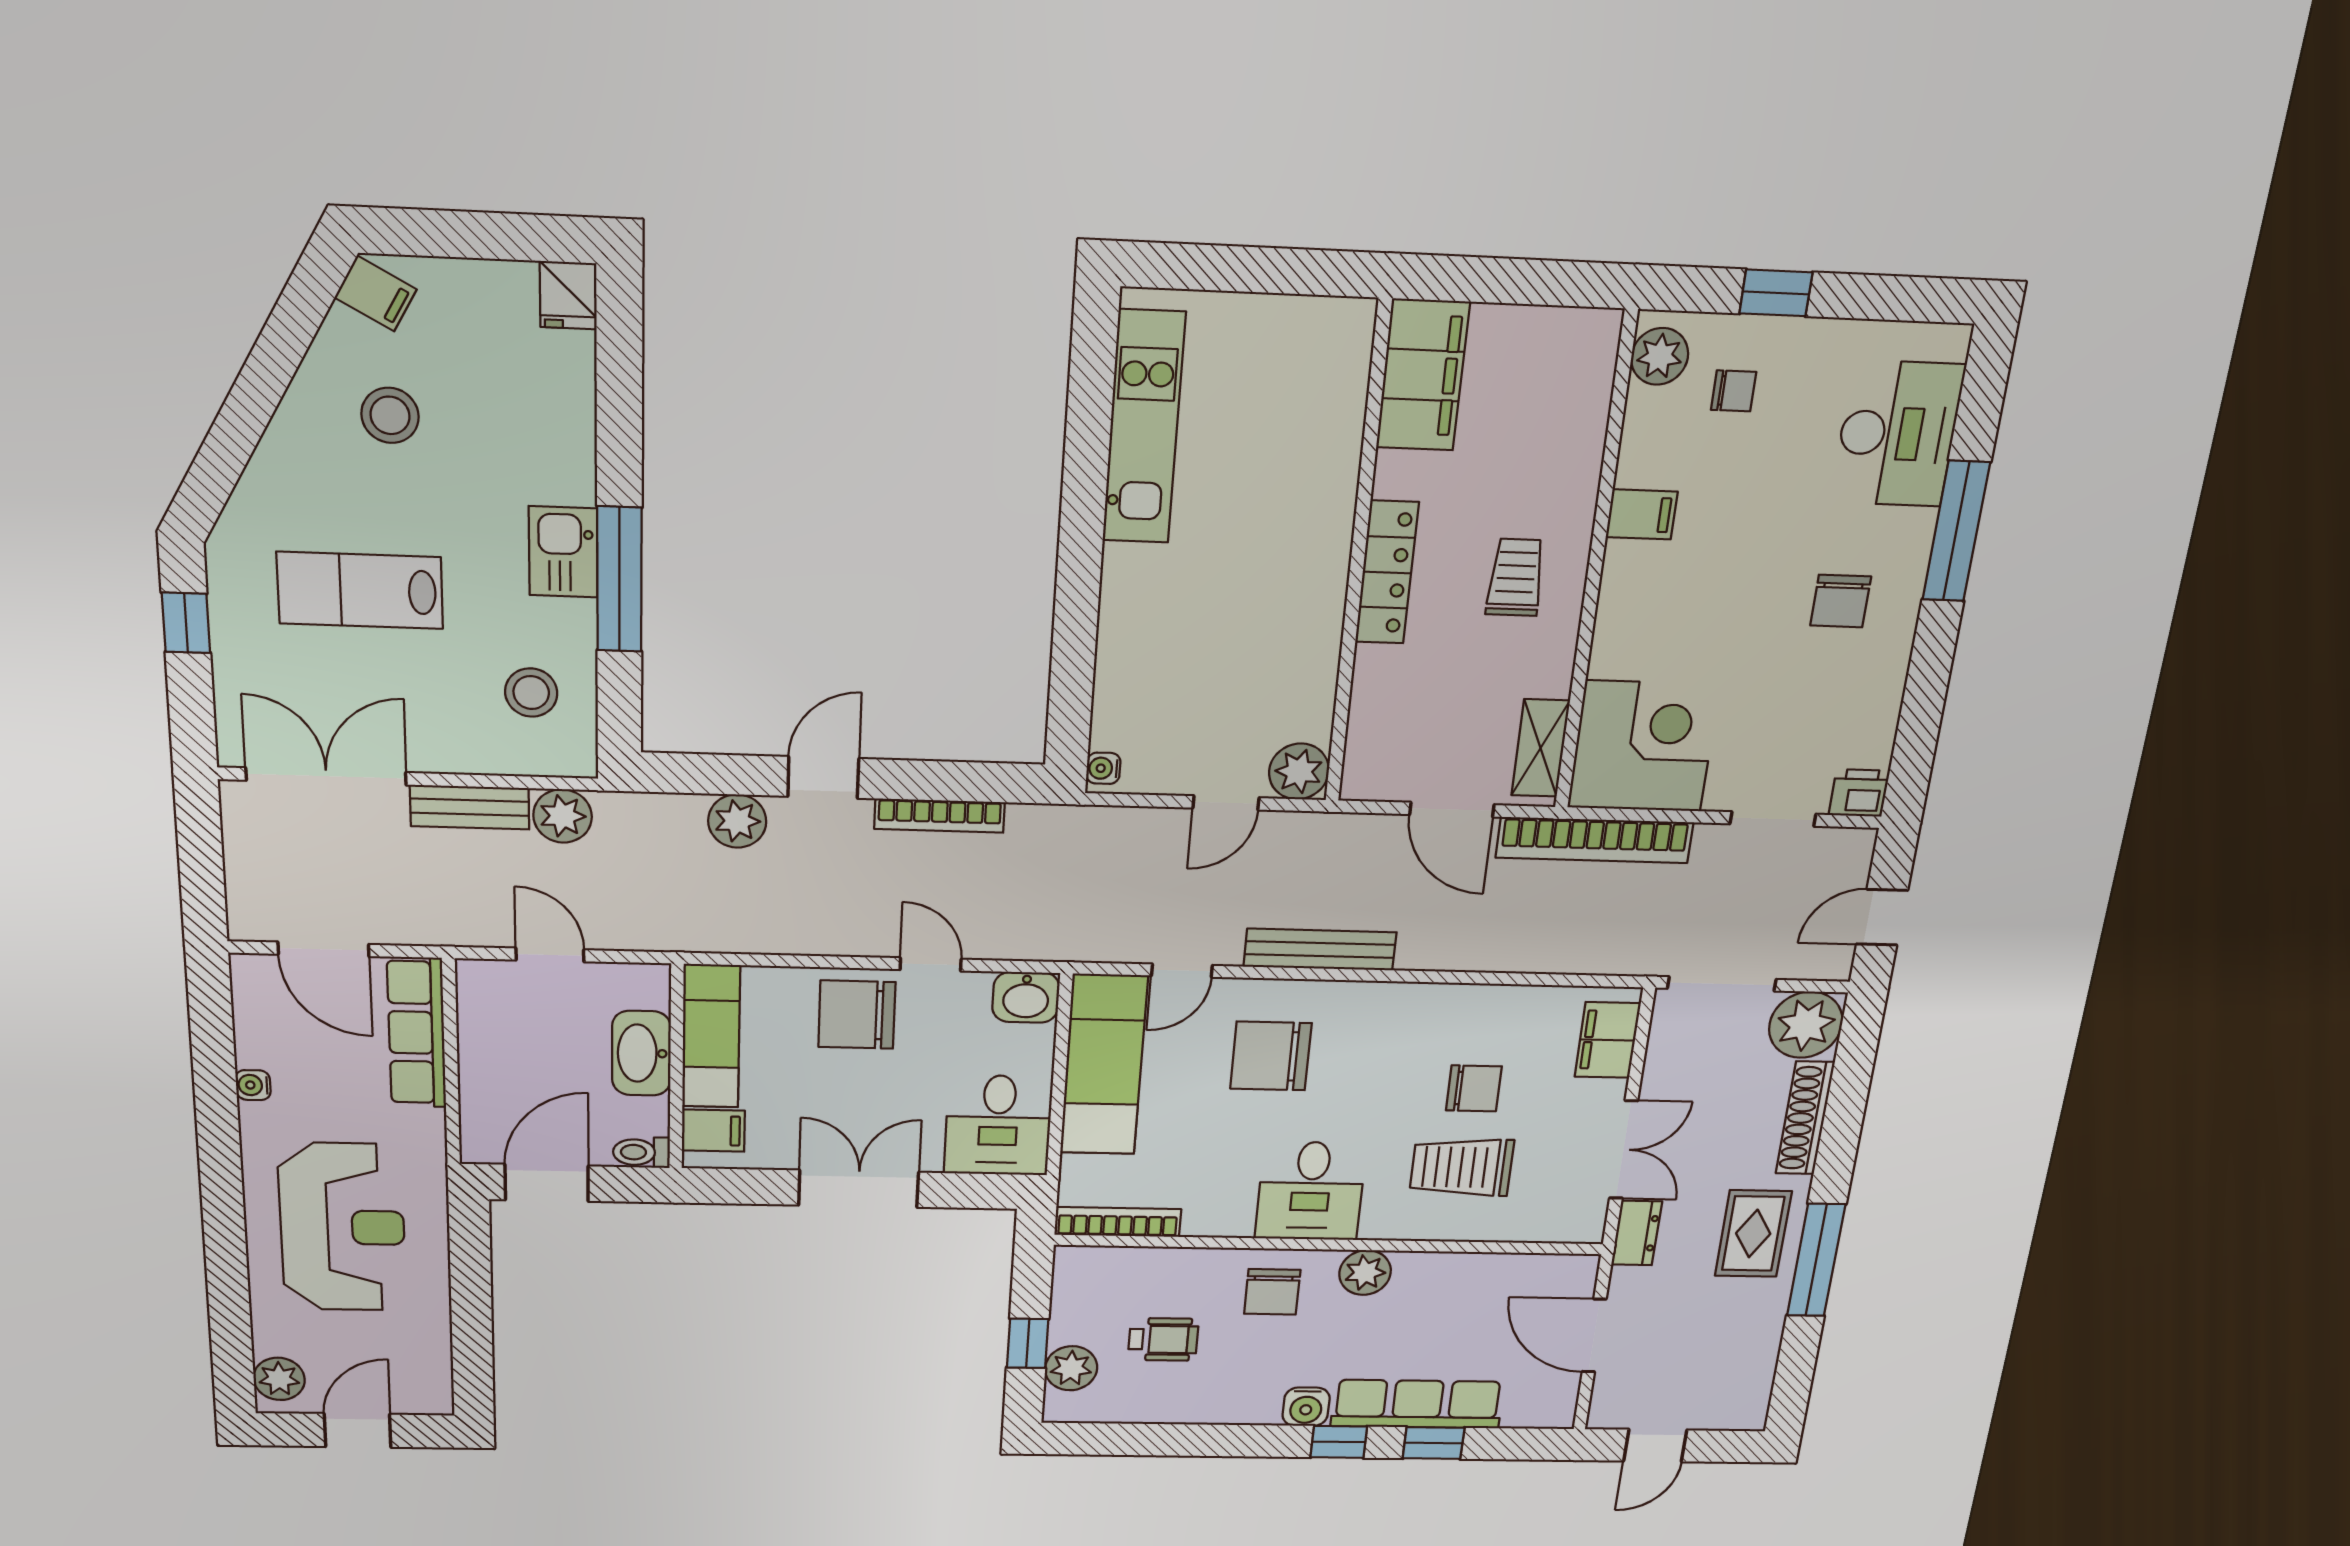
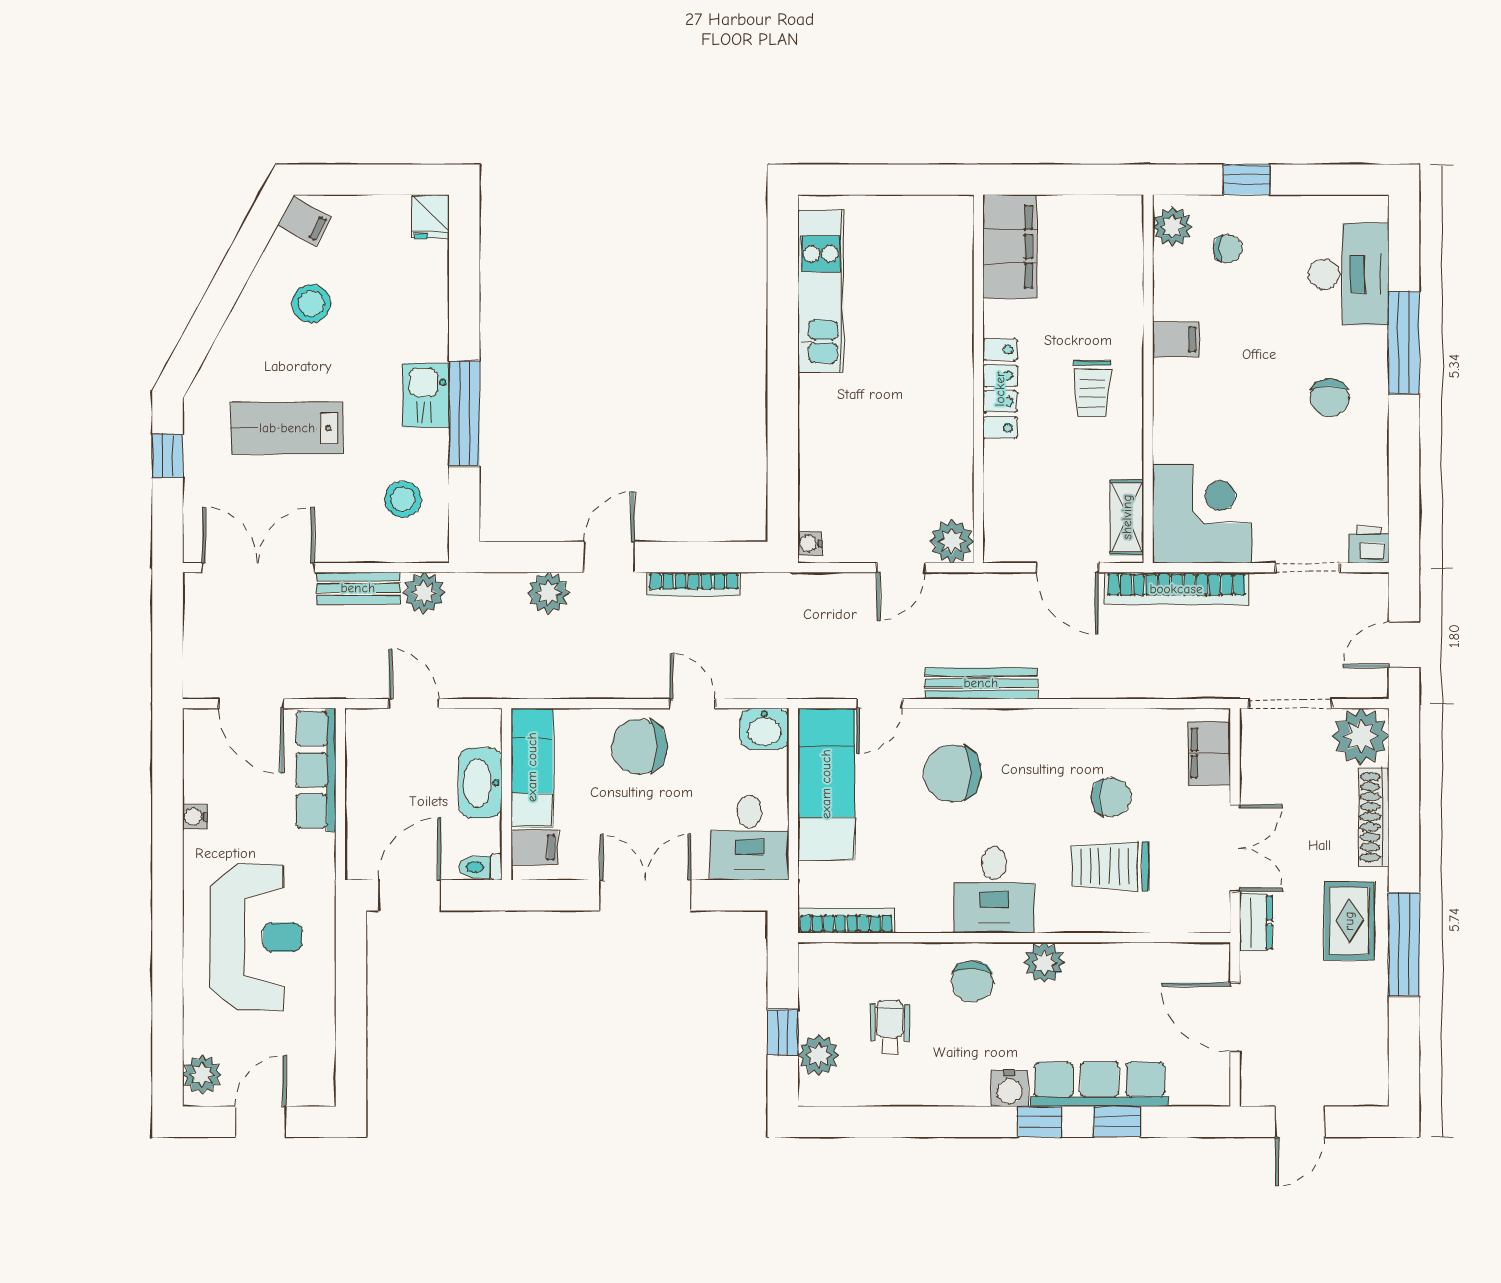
trolley: (1516, 577) -> (1092, 389), turned 180
wheelchair: (1163, 1339) -> (890, 1027), turned -90

